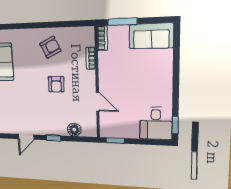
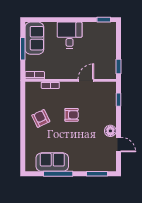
window: (122, 22) -> (23, 49), moved
desk: (156, 123) -> (70, 35), moved, turned -90
floor lamp: (74, 130) -> (110, 131), moved
window: (53, 138) -> (118, 100), moved

